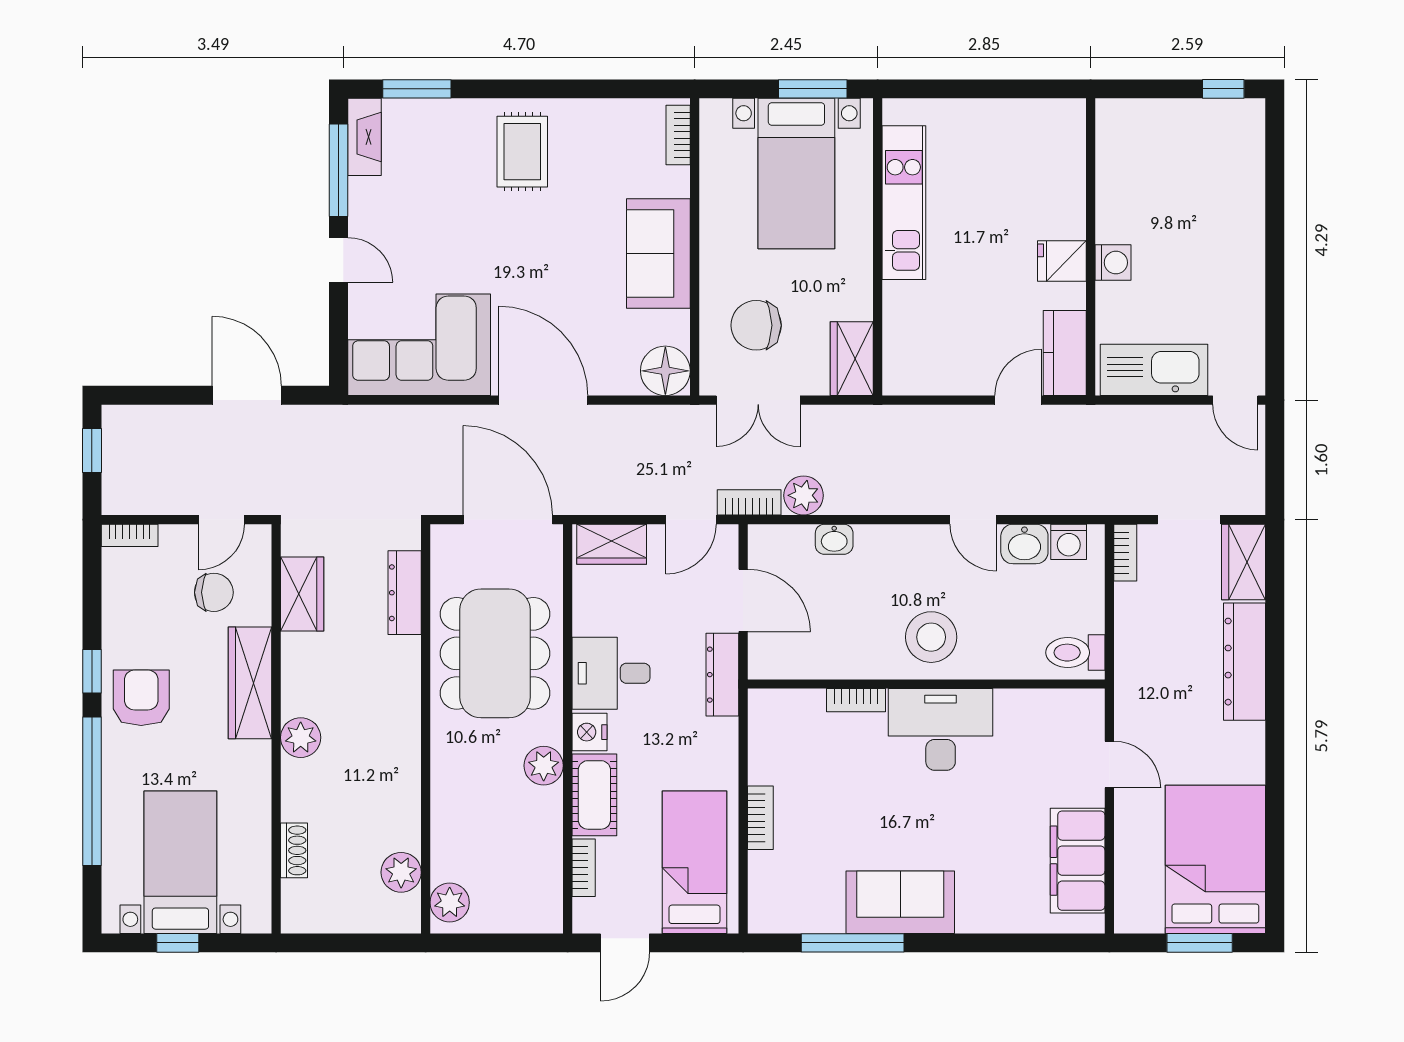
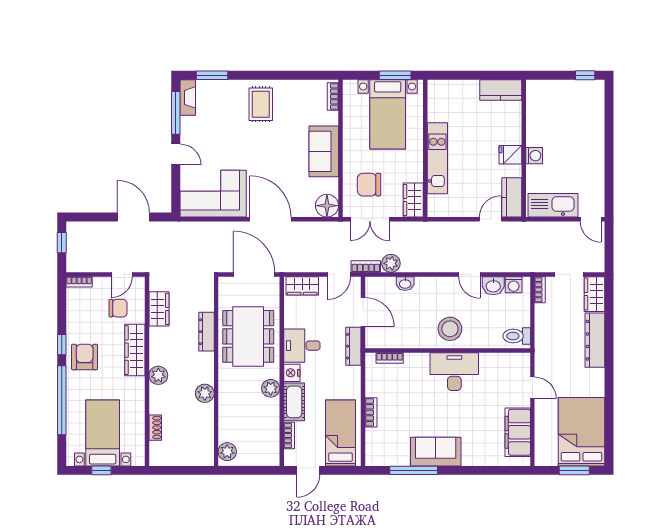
kitchen counter: (1041, 121) -> (501, 90), added
kitchen unit: (904, 203) -> (437, 158), moved
dresser: (405, 593) -> (206, 332), moved
bookcase: (856, 700) -> (390, 358), moved
plant: (401, 872) -> (205, 393), moved

